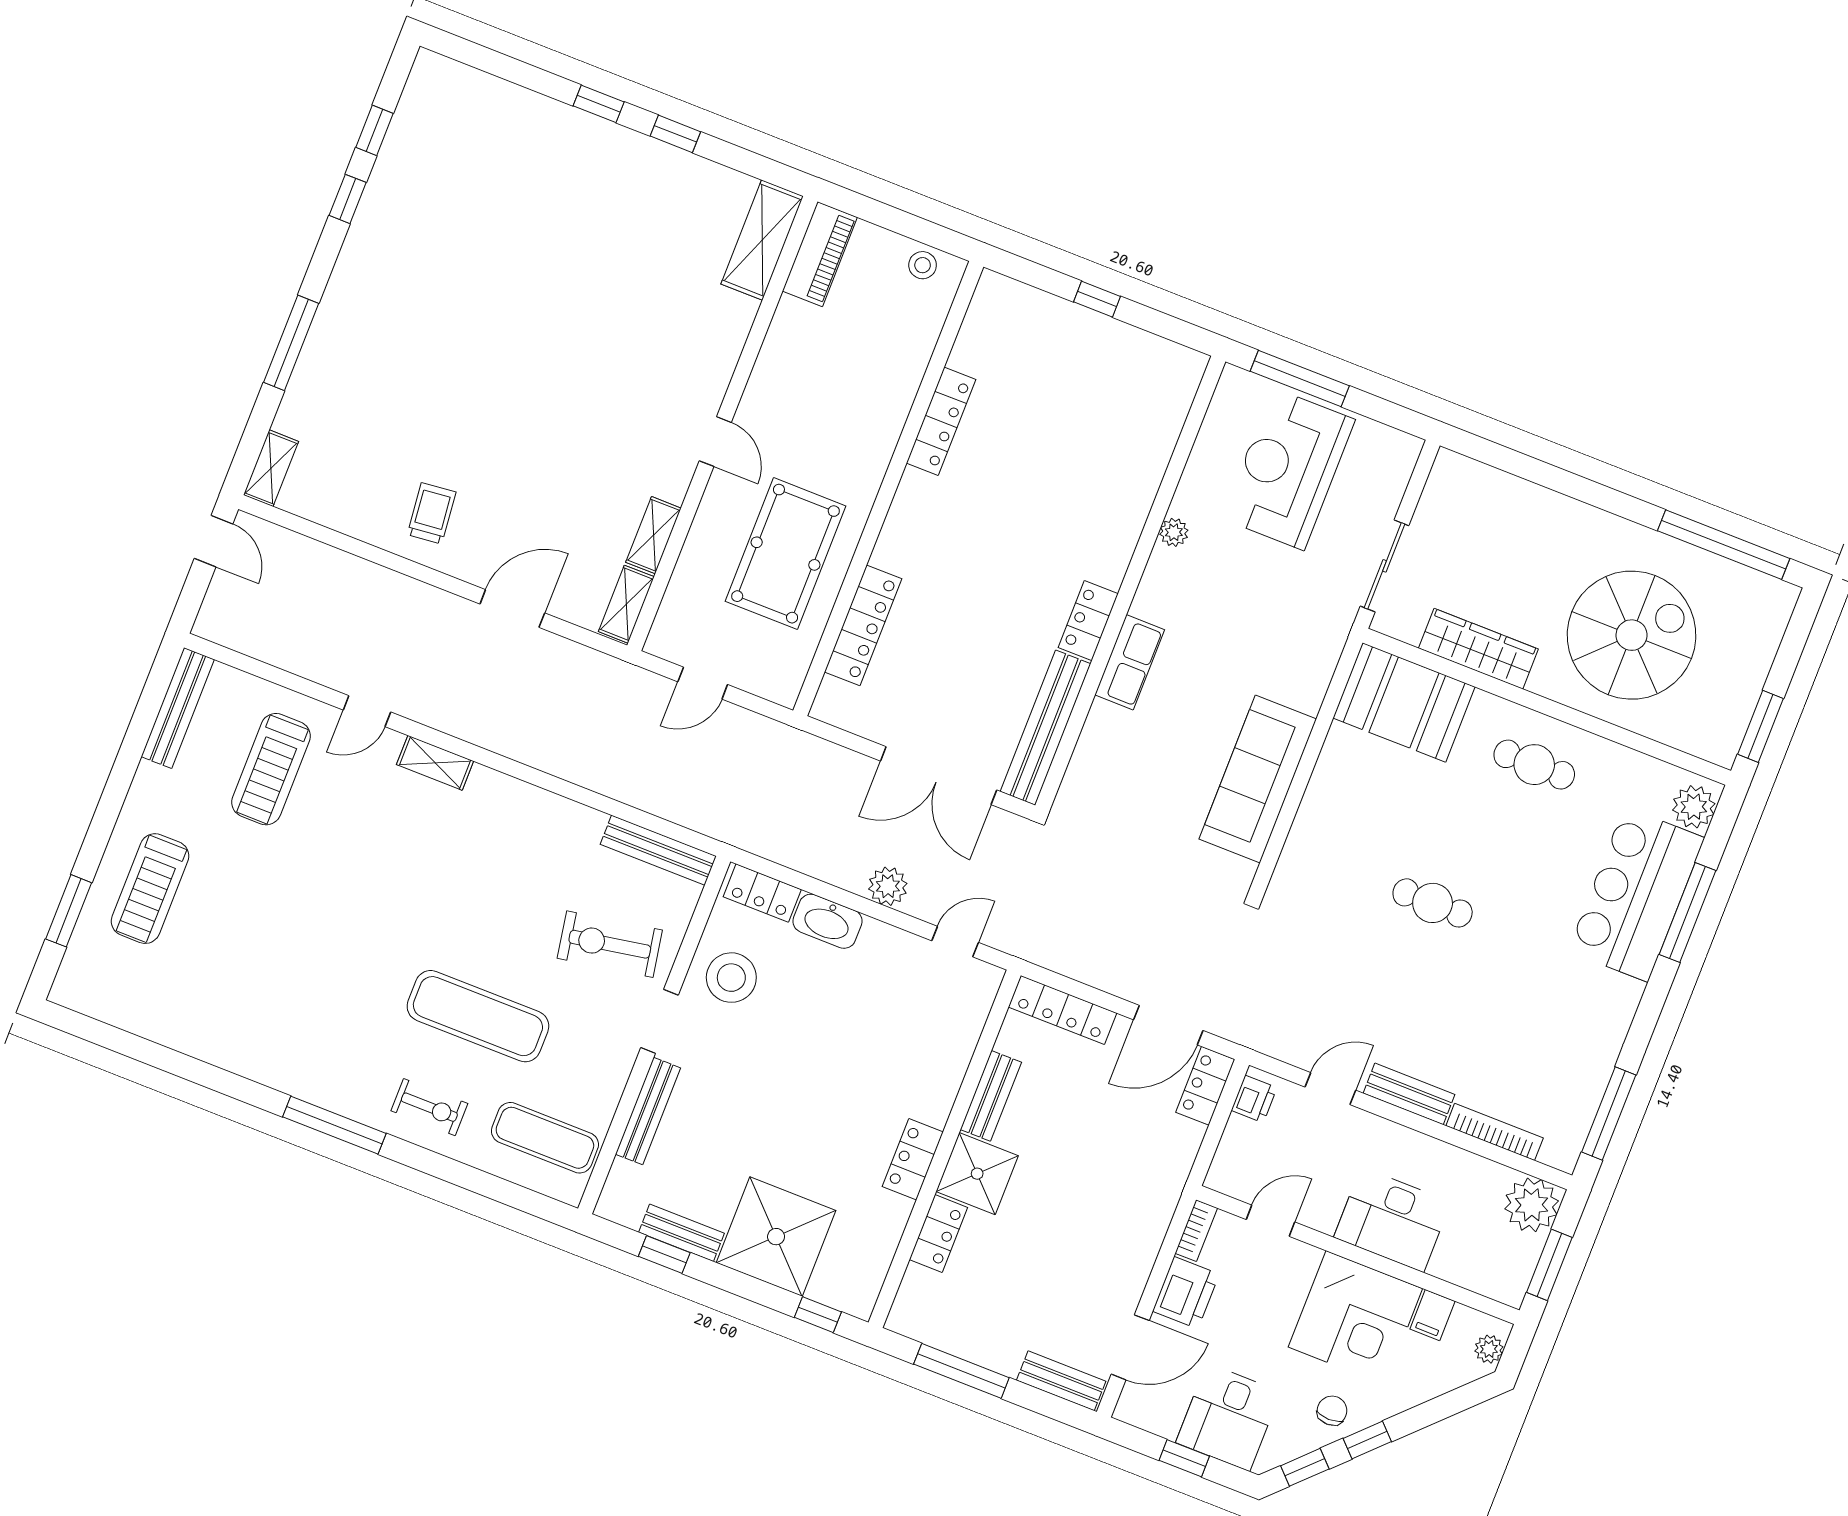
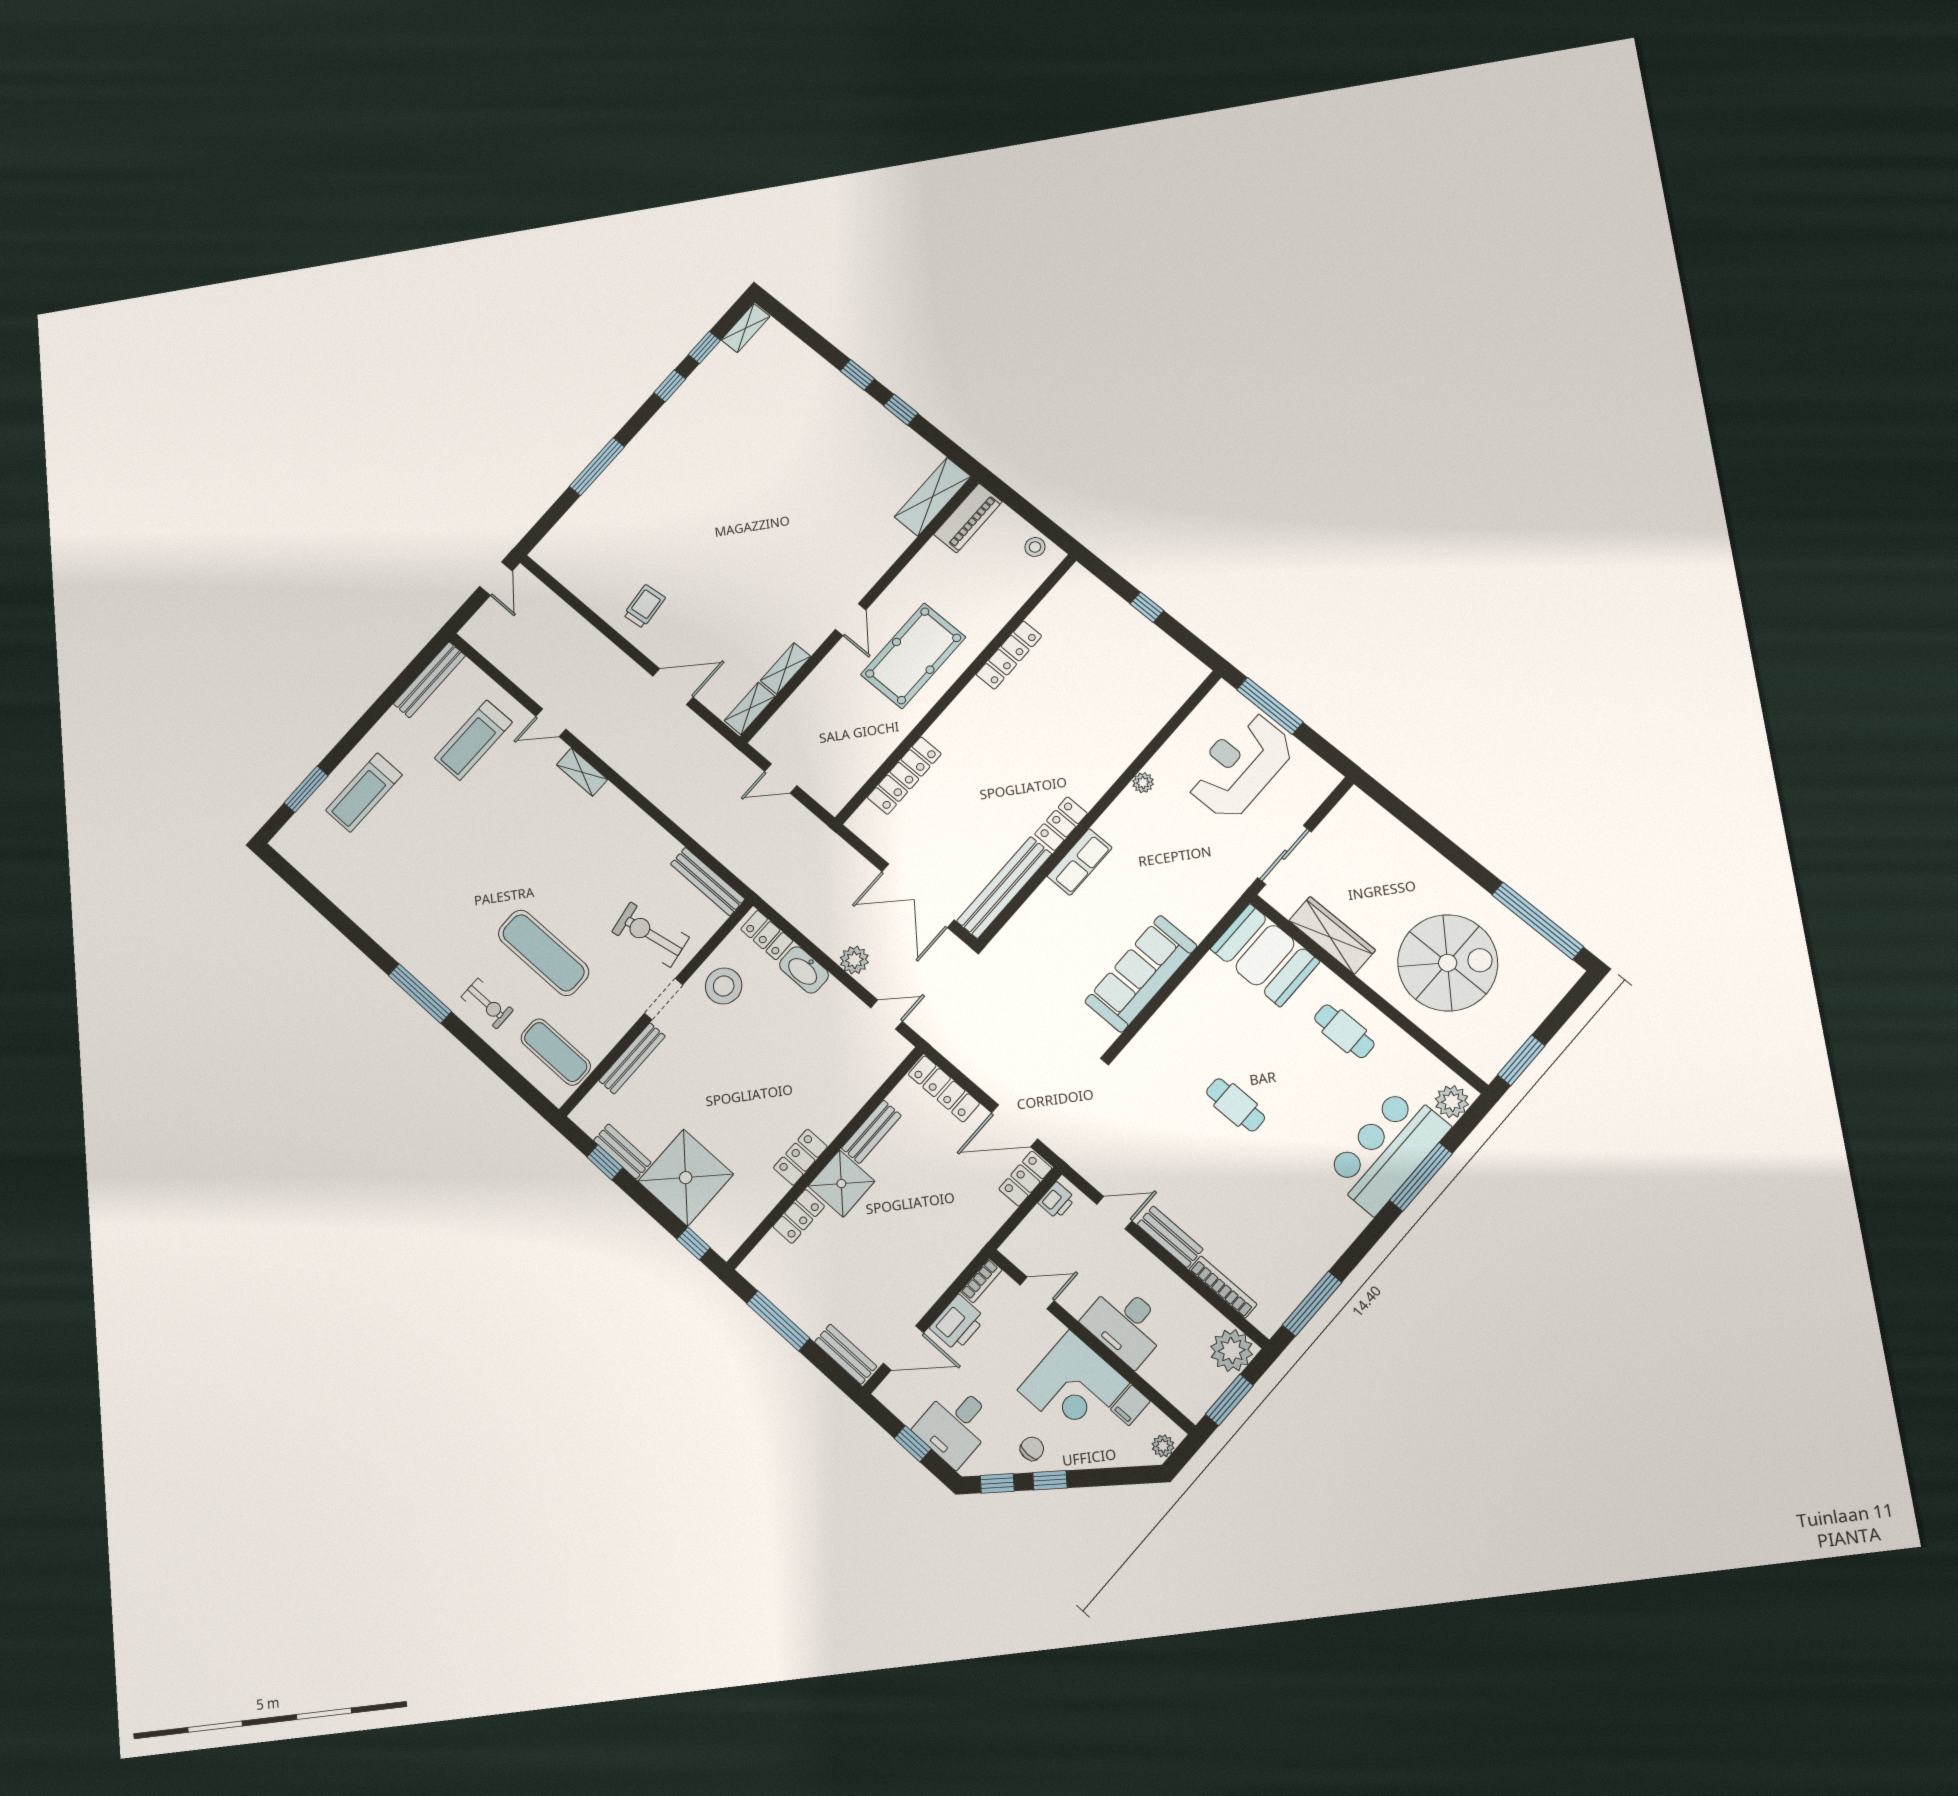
shelving: (271, 468) -> (746, 328), moved
pool table: (785, 554) -> (913, 656), moved

